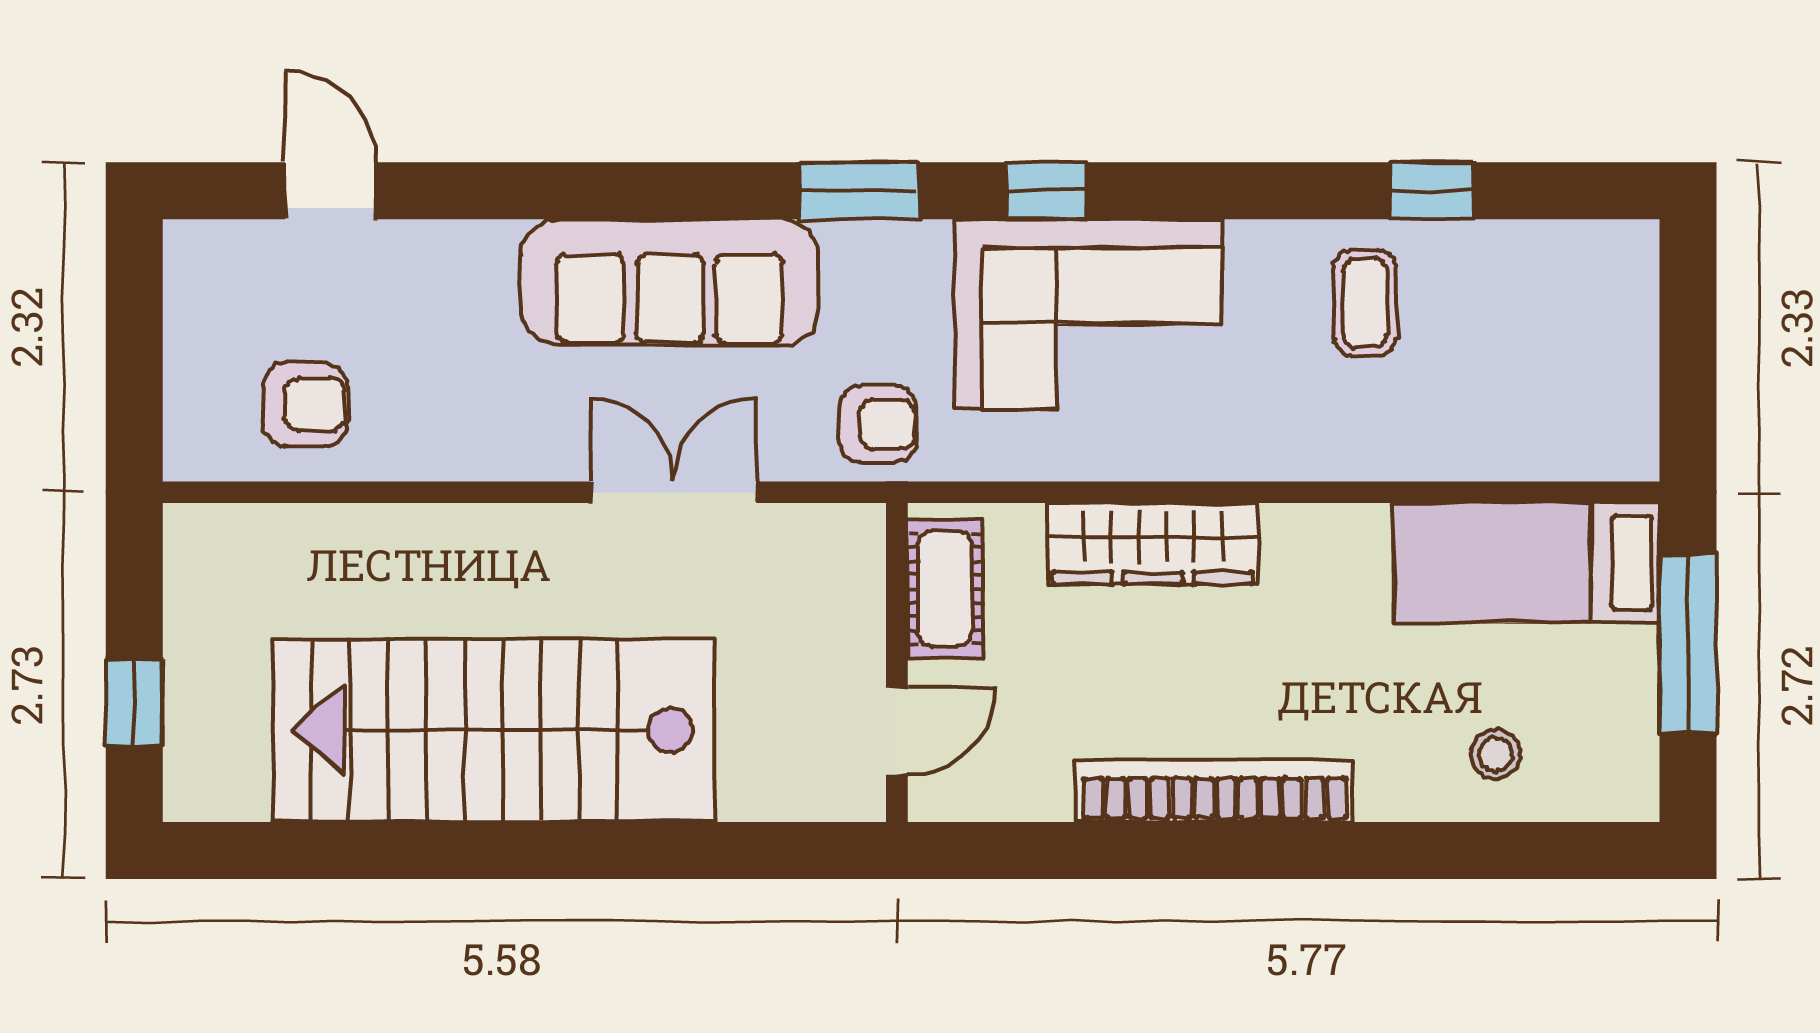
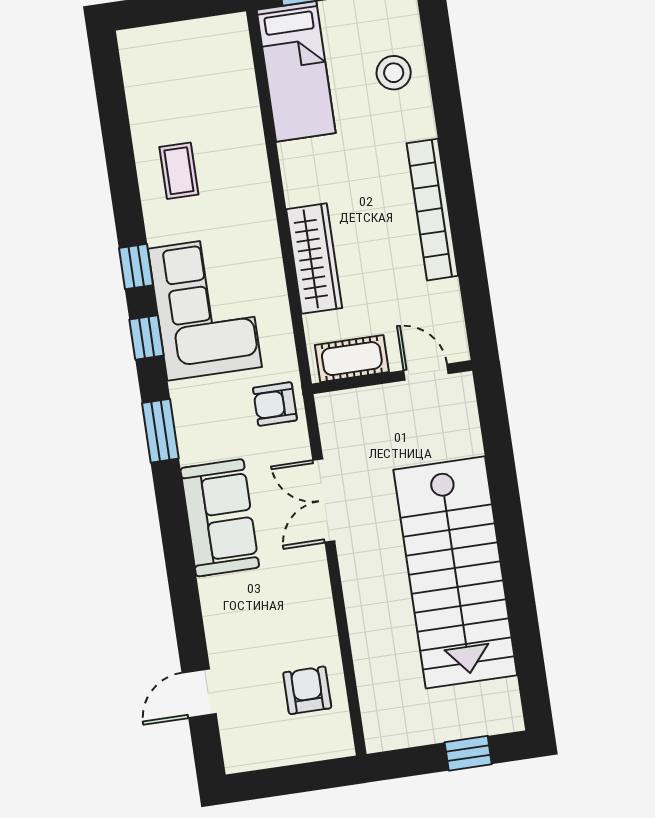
window: (1432, 191) -> (136, 267), moved
sofa: (670, 282) -> (220, 518), width x0.73
coffee table: (1365, 303) -> (179, 171), turned 90
armchair: (878, 424) -> (275, 404), turned -90
stool: (1496, 754) -> (394, 73), width x1.37, depth x1.37

